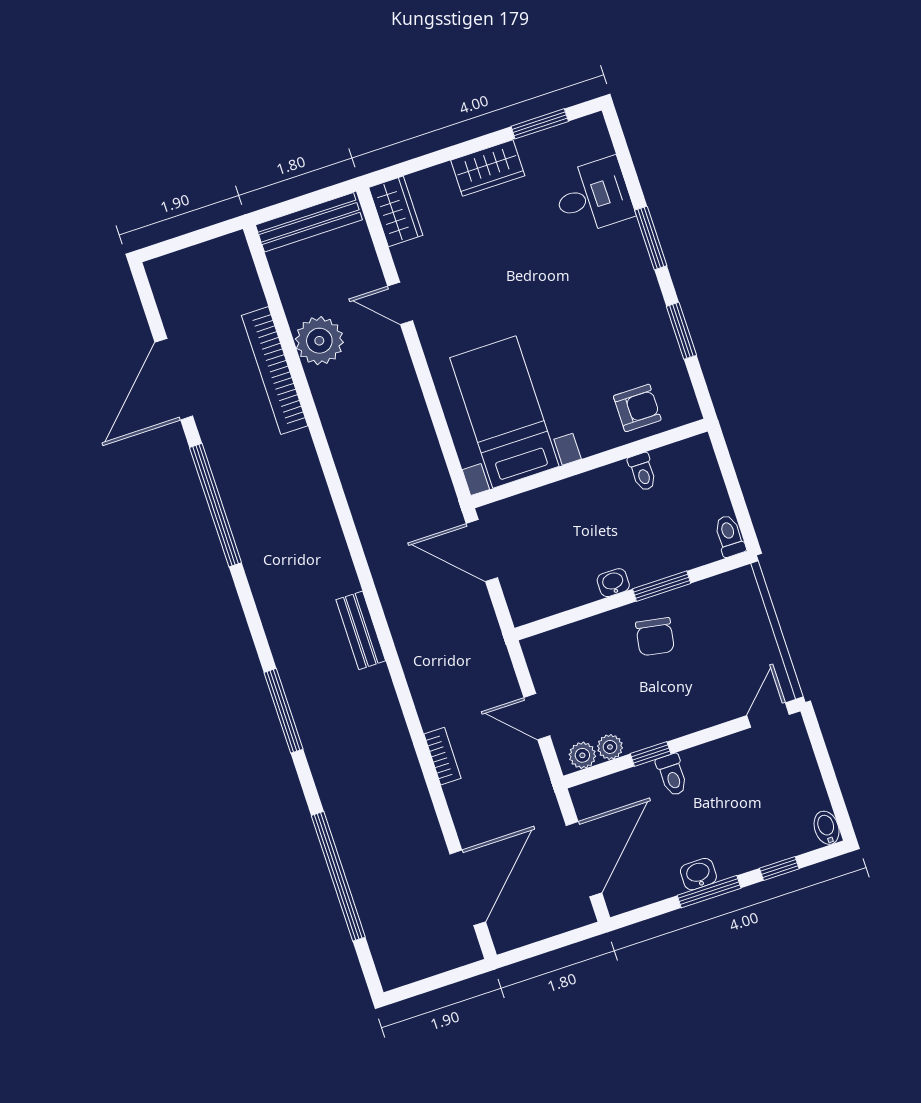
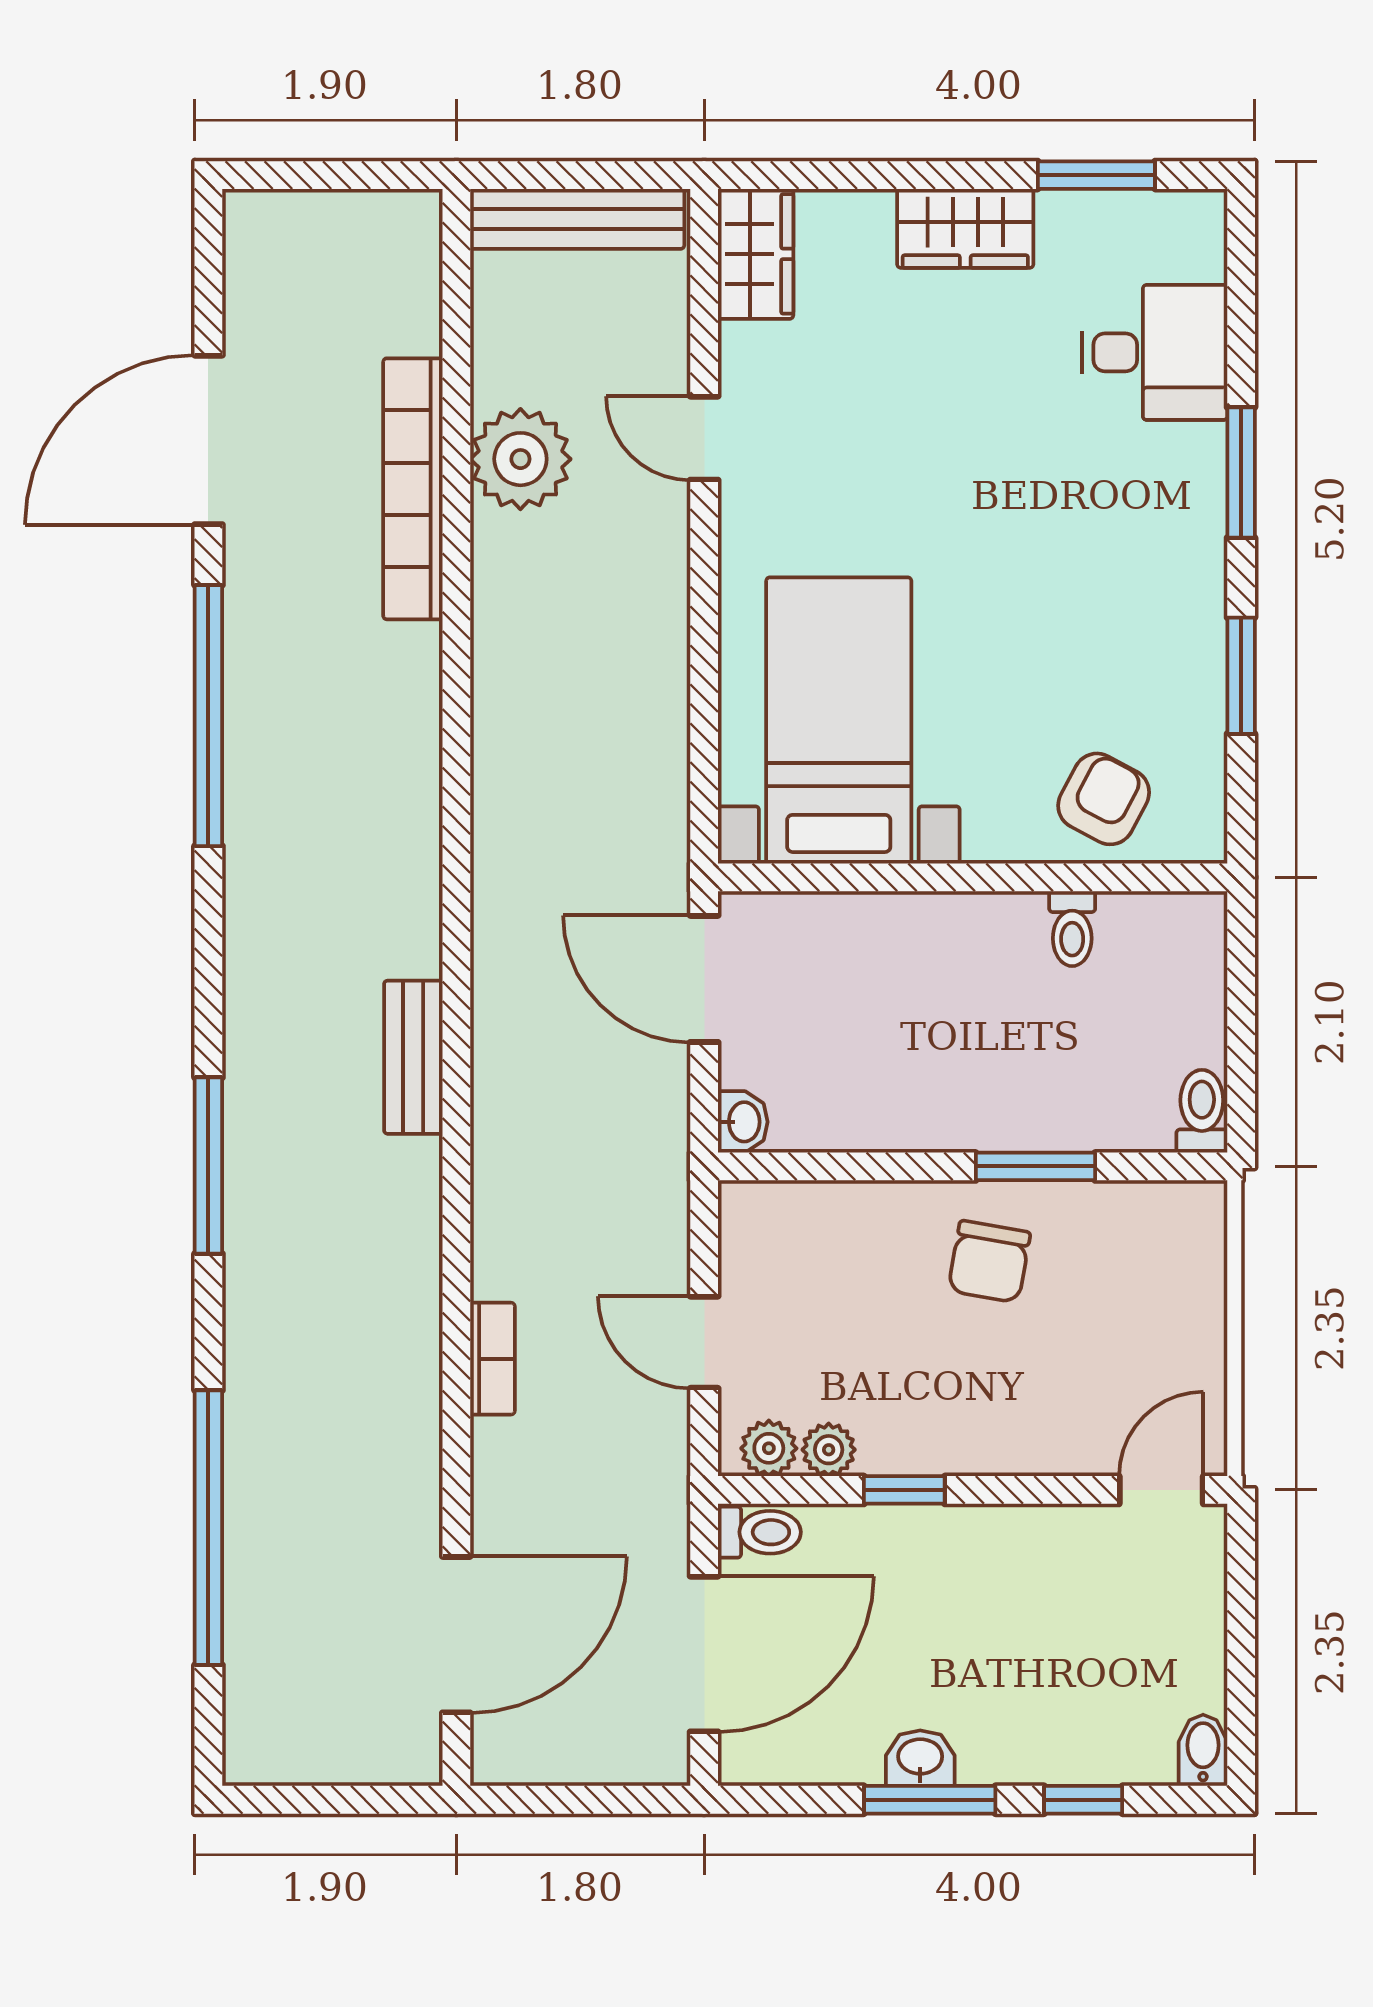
armchair: (637, 408) -> (1104, 799), turned -62
washbasin: (613, 583) -> (743, 1122), moved, turned 90
toilet: (672, 775) -> (759, 1532), moved, turned -90

